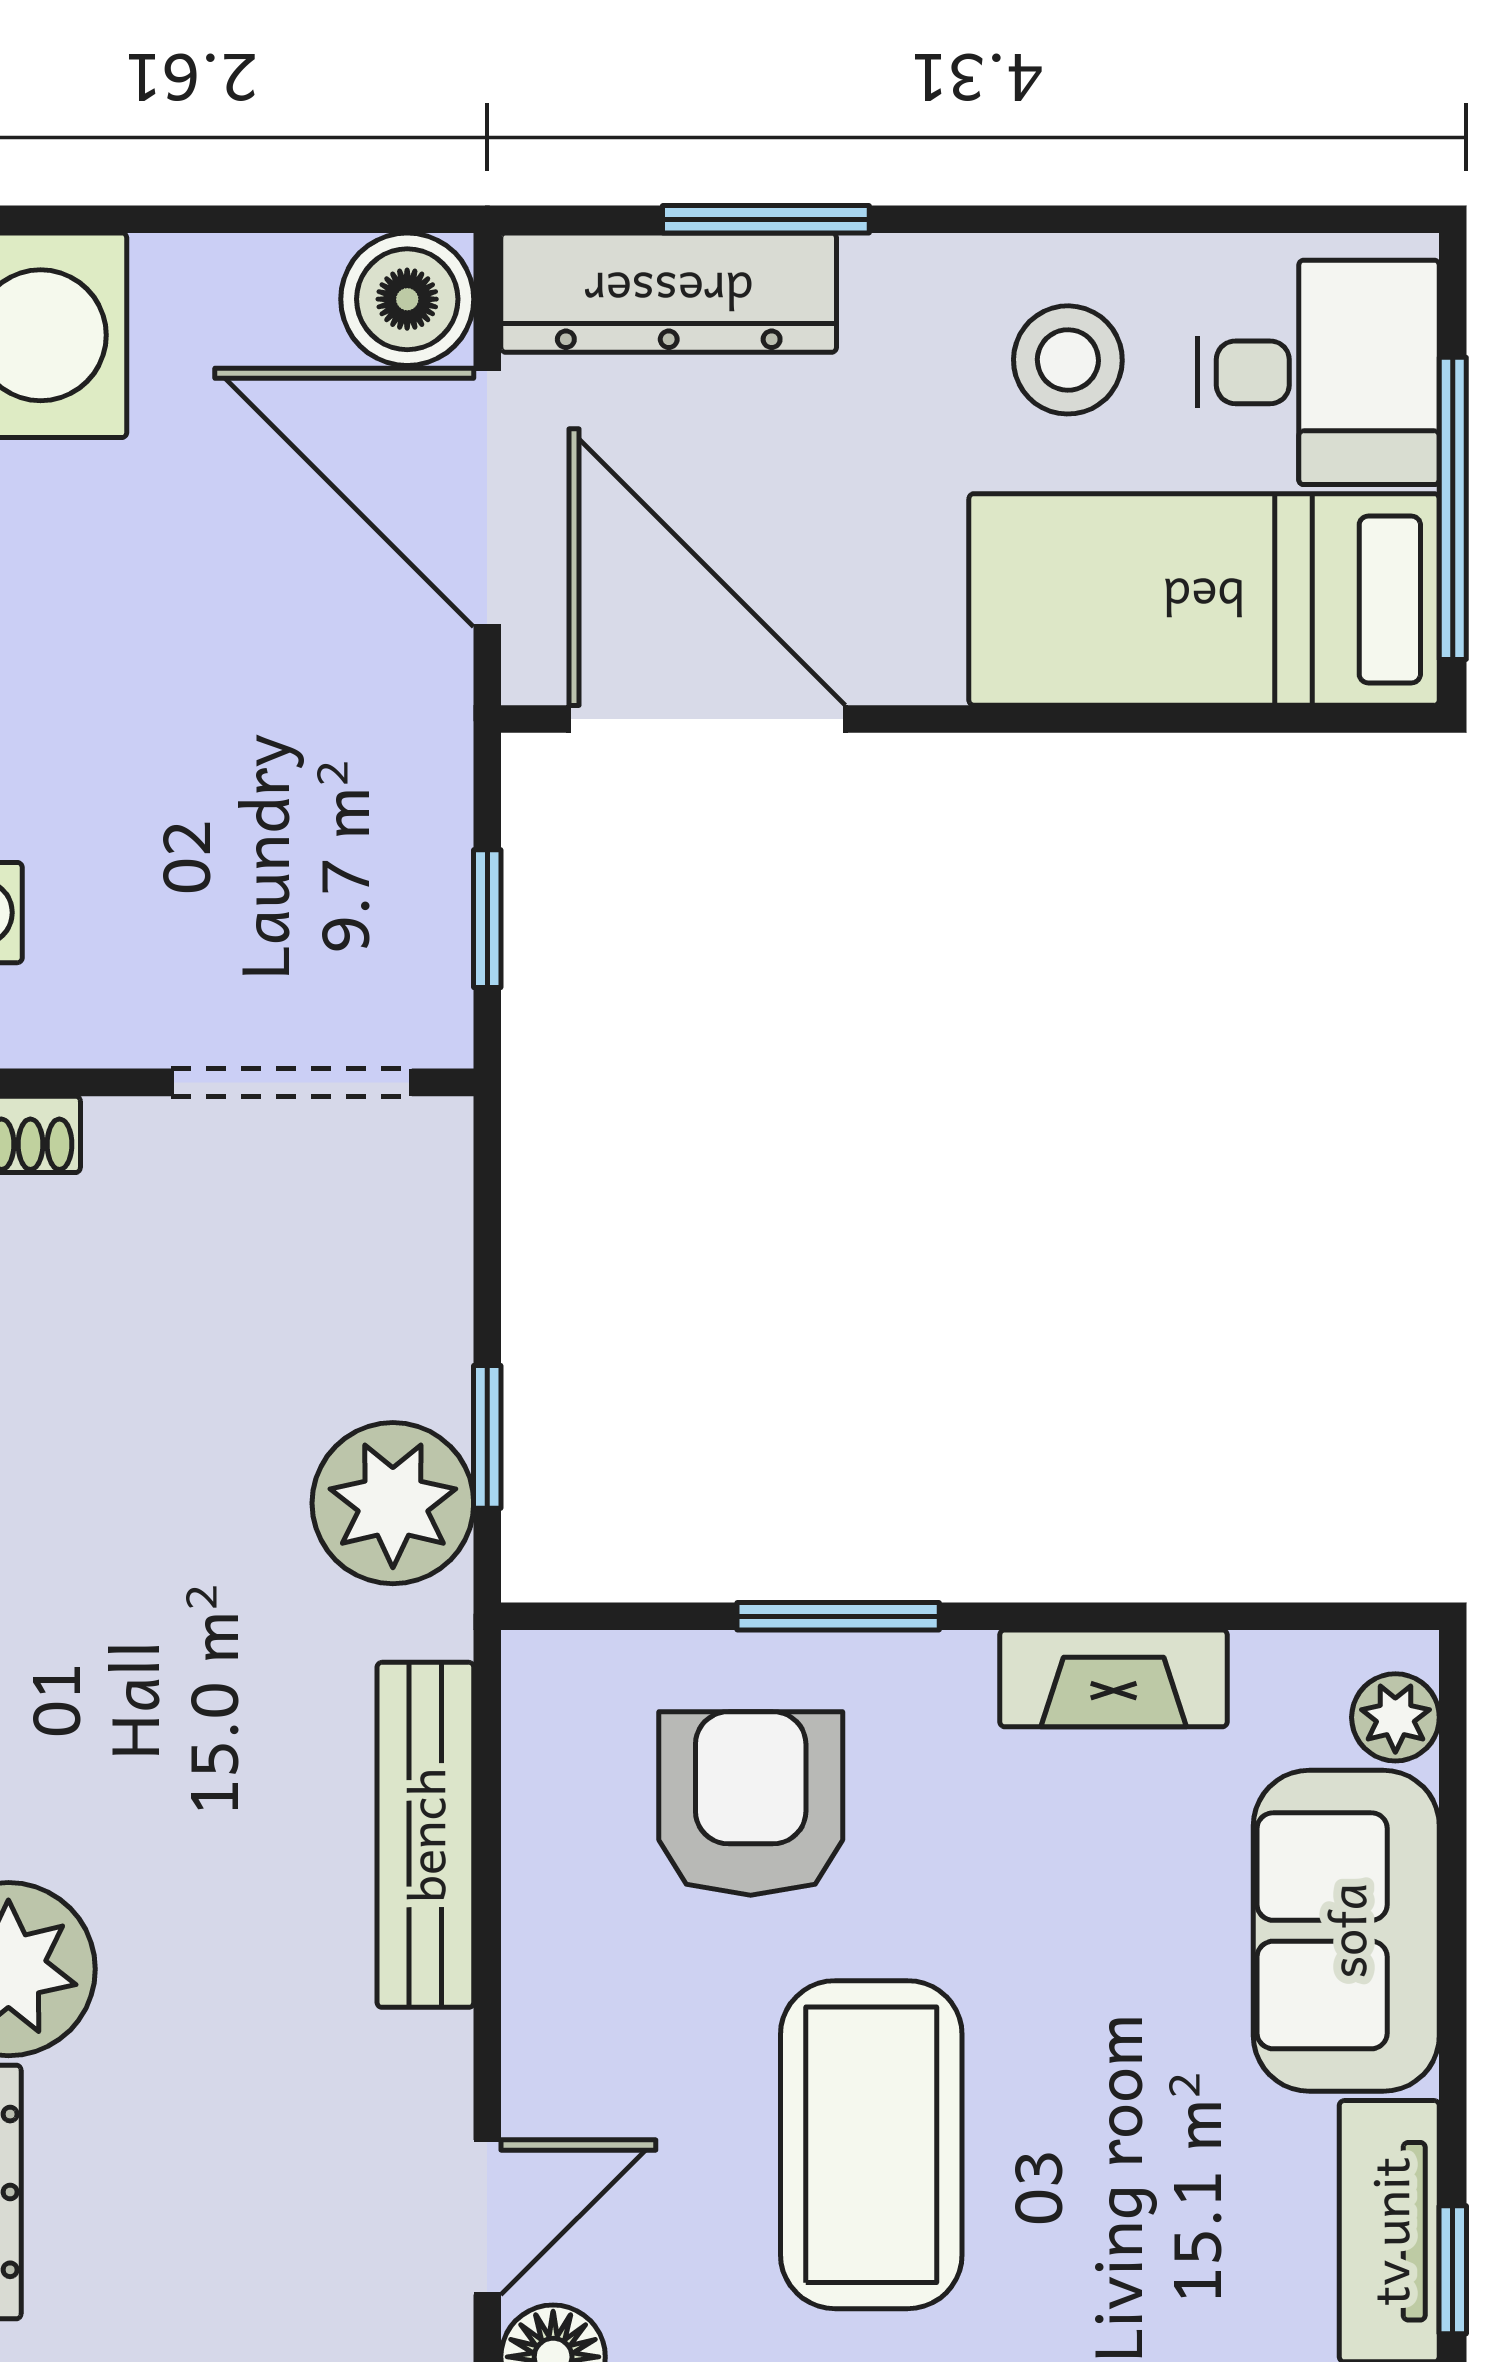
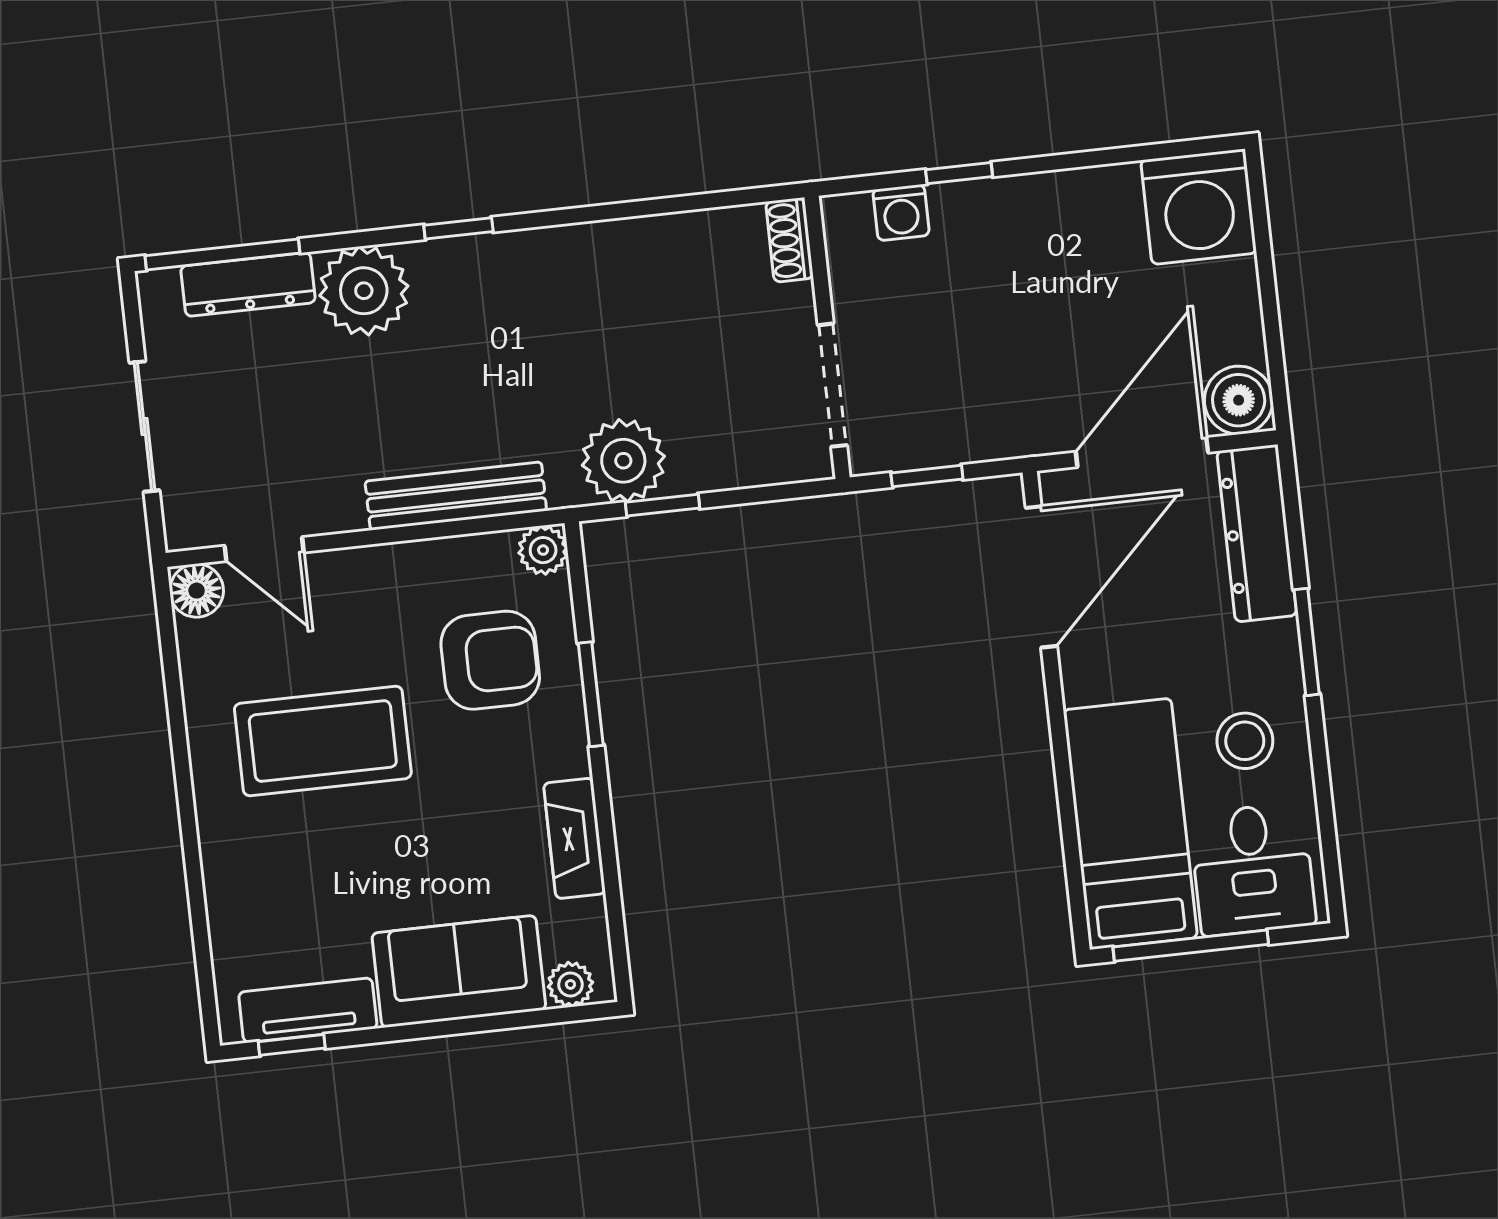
window: (766, 219) -> (1307, 642), moved
plant: (549, 1678) -> (543, 550), added

